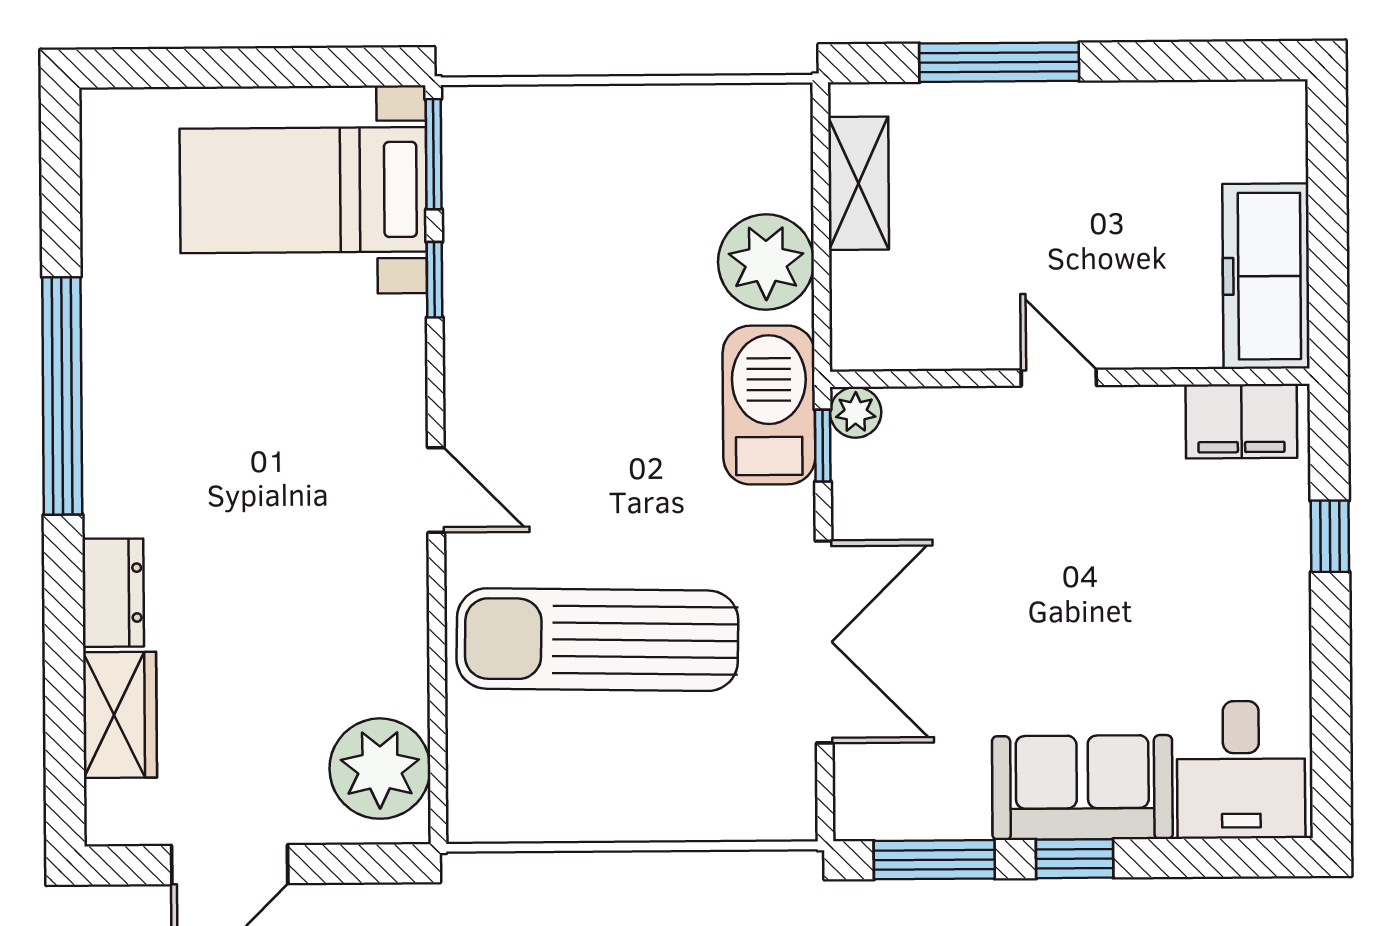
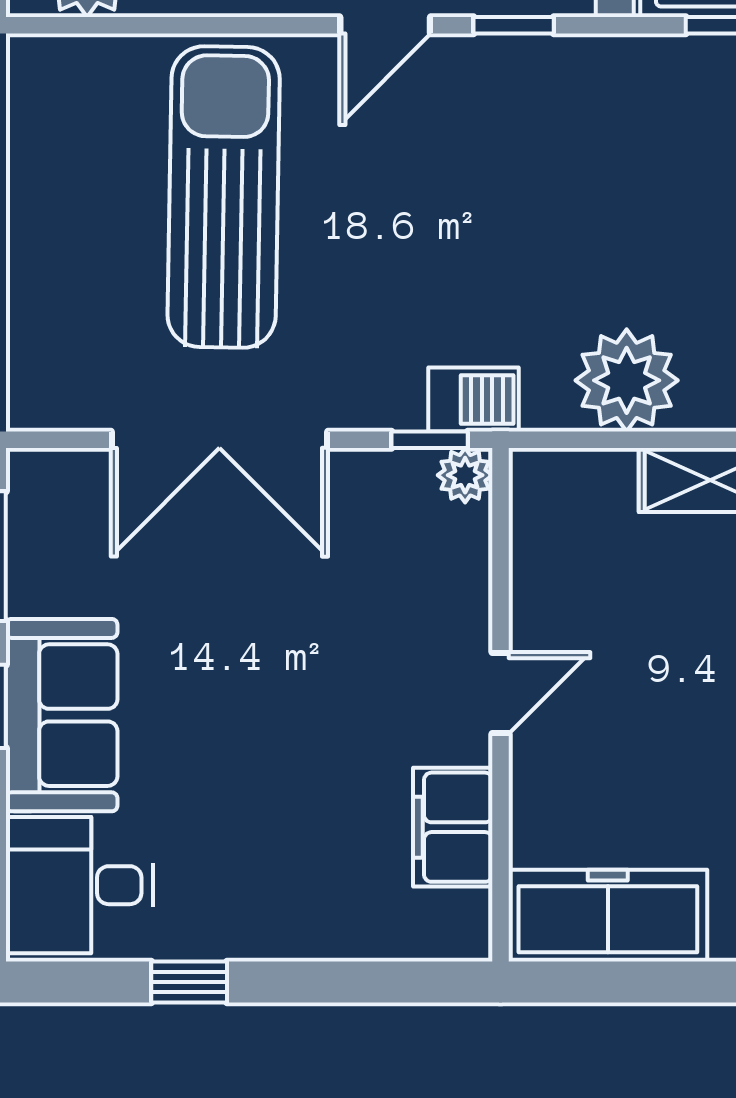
window: (435, 280) -> (514, 25), moved
barbecue: (769, 405) -> (473, 399), width x0.53, depth x0.65
filing cabinet: (1241, 421) -> (453, 827), moved
window: (1330, 536) -> (189, 982), moved

